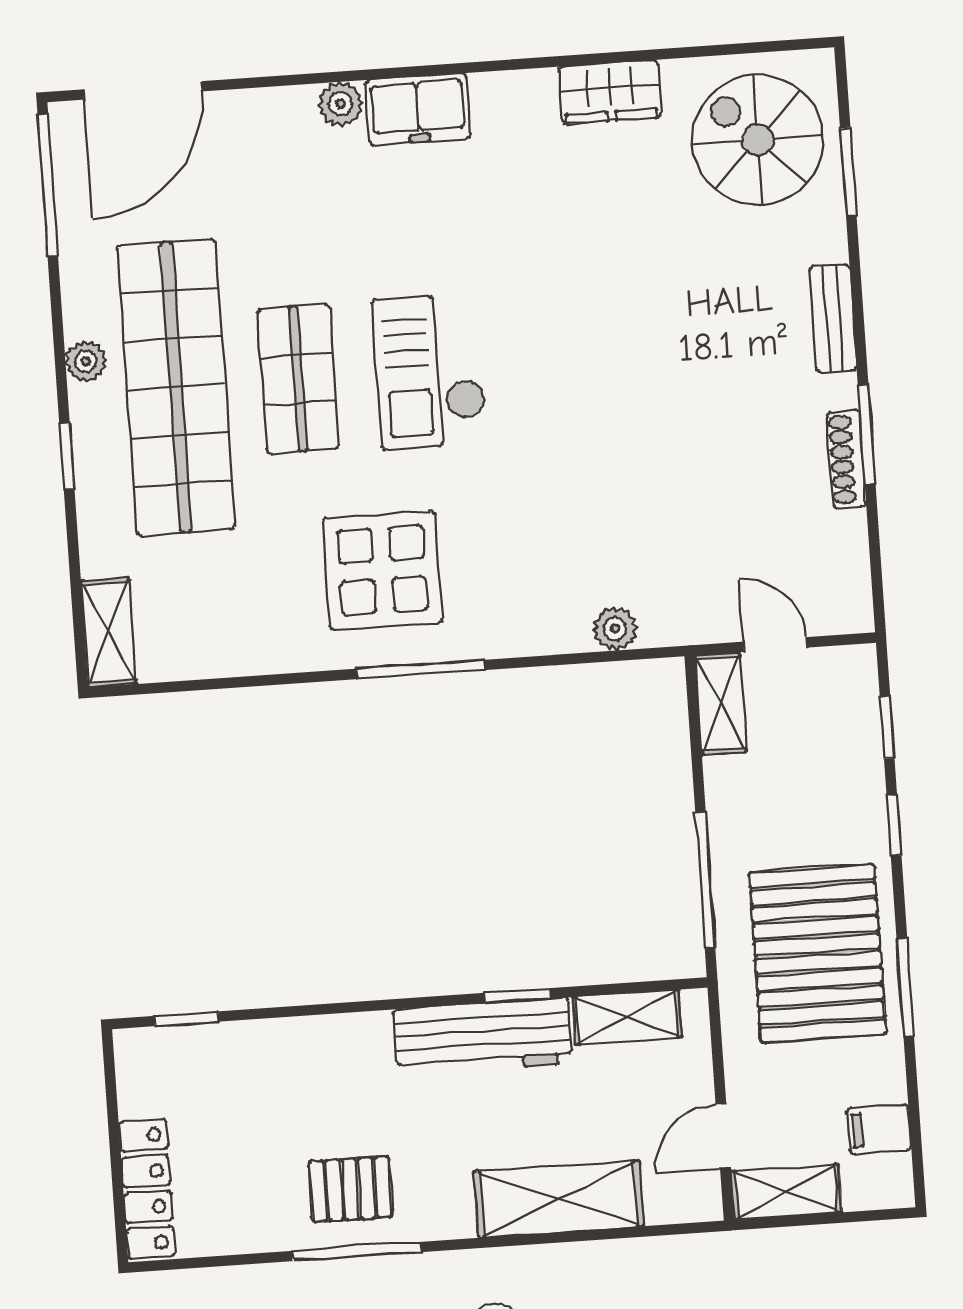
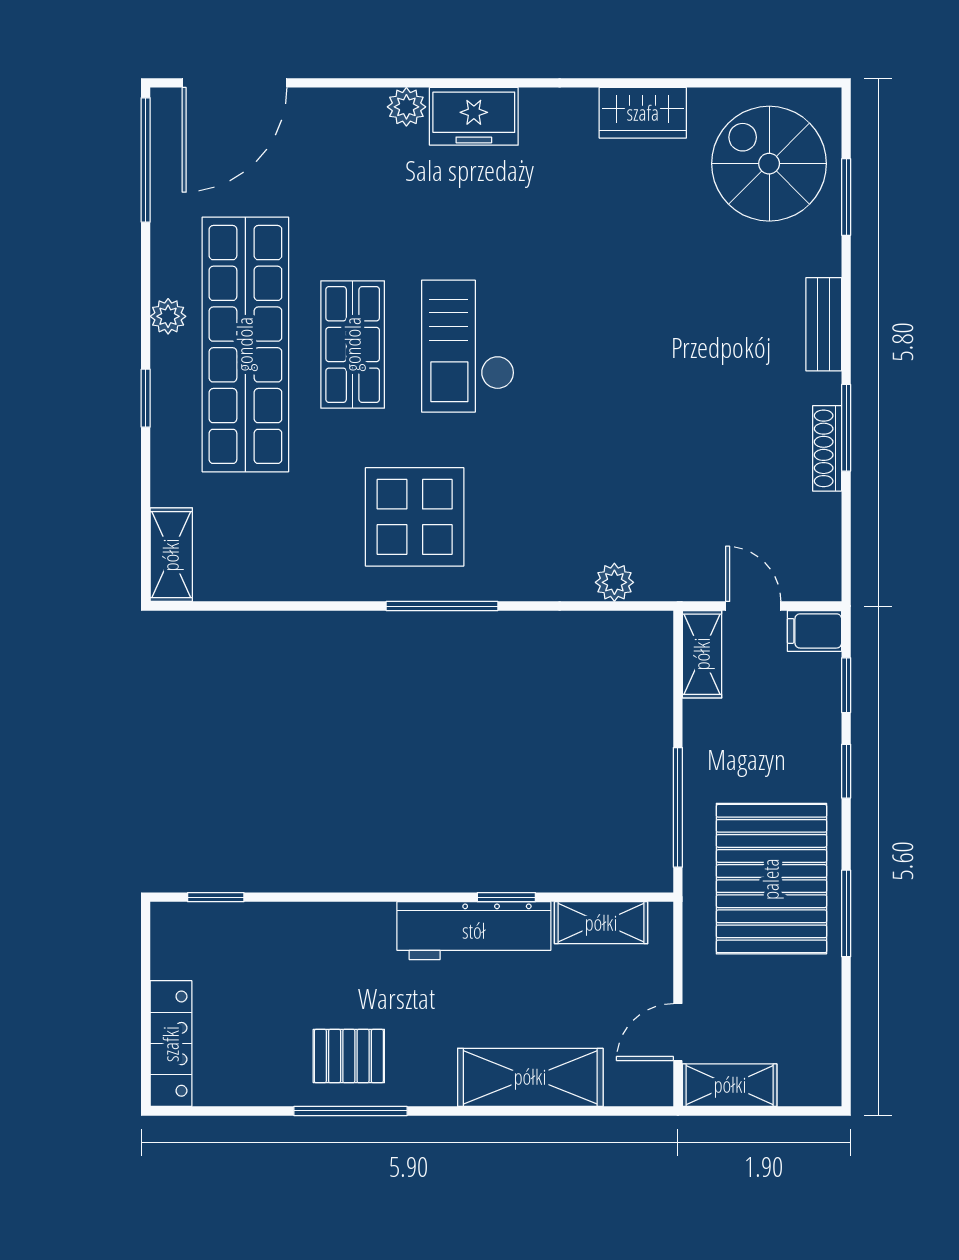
filing cabinet: (879, 1129) -> (814, 631), moved

